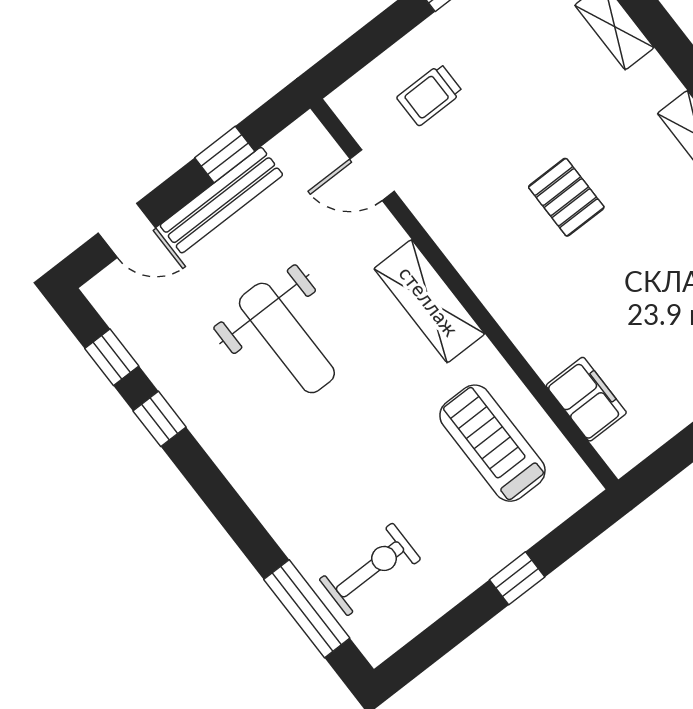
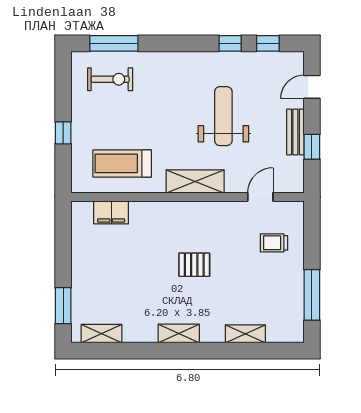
trolley: (430, 95) -> (274, 243), turned -90
bench: (221, 200) -> (295, 132), width x0.73
weight bench: (287, 338) -> (223, 116), turned 90
treadmill: (492, 443) -> (122, 163), turned 180
exercise bike: (370, 569) -> (110, 79), turned -90

